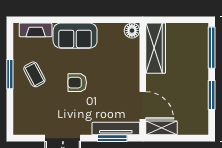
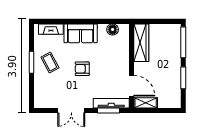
floor lamp: (132, 31) -> (113, 30), moved

